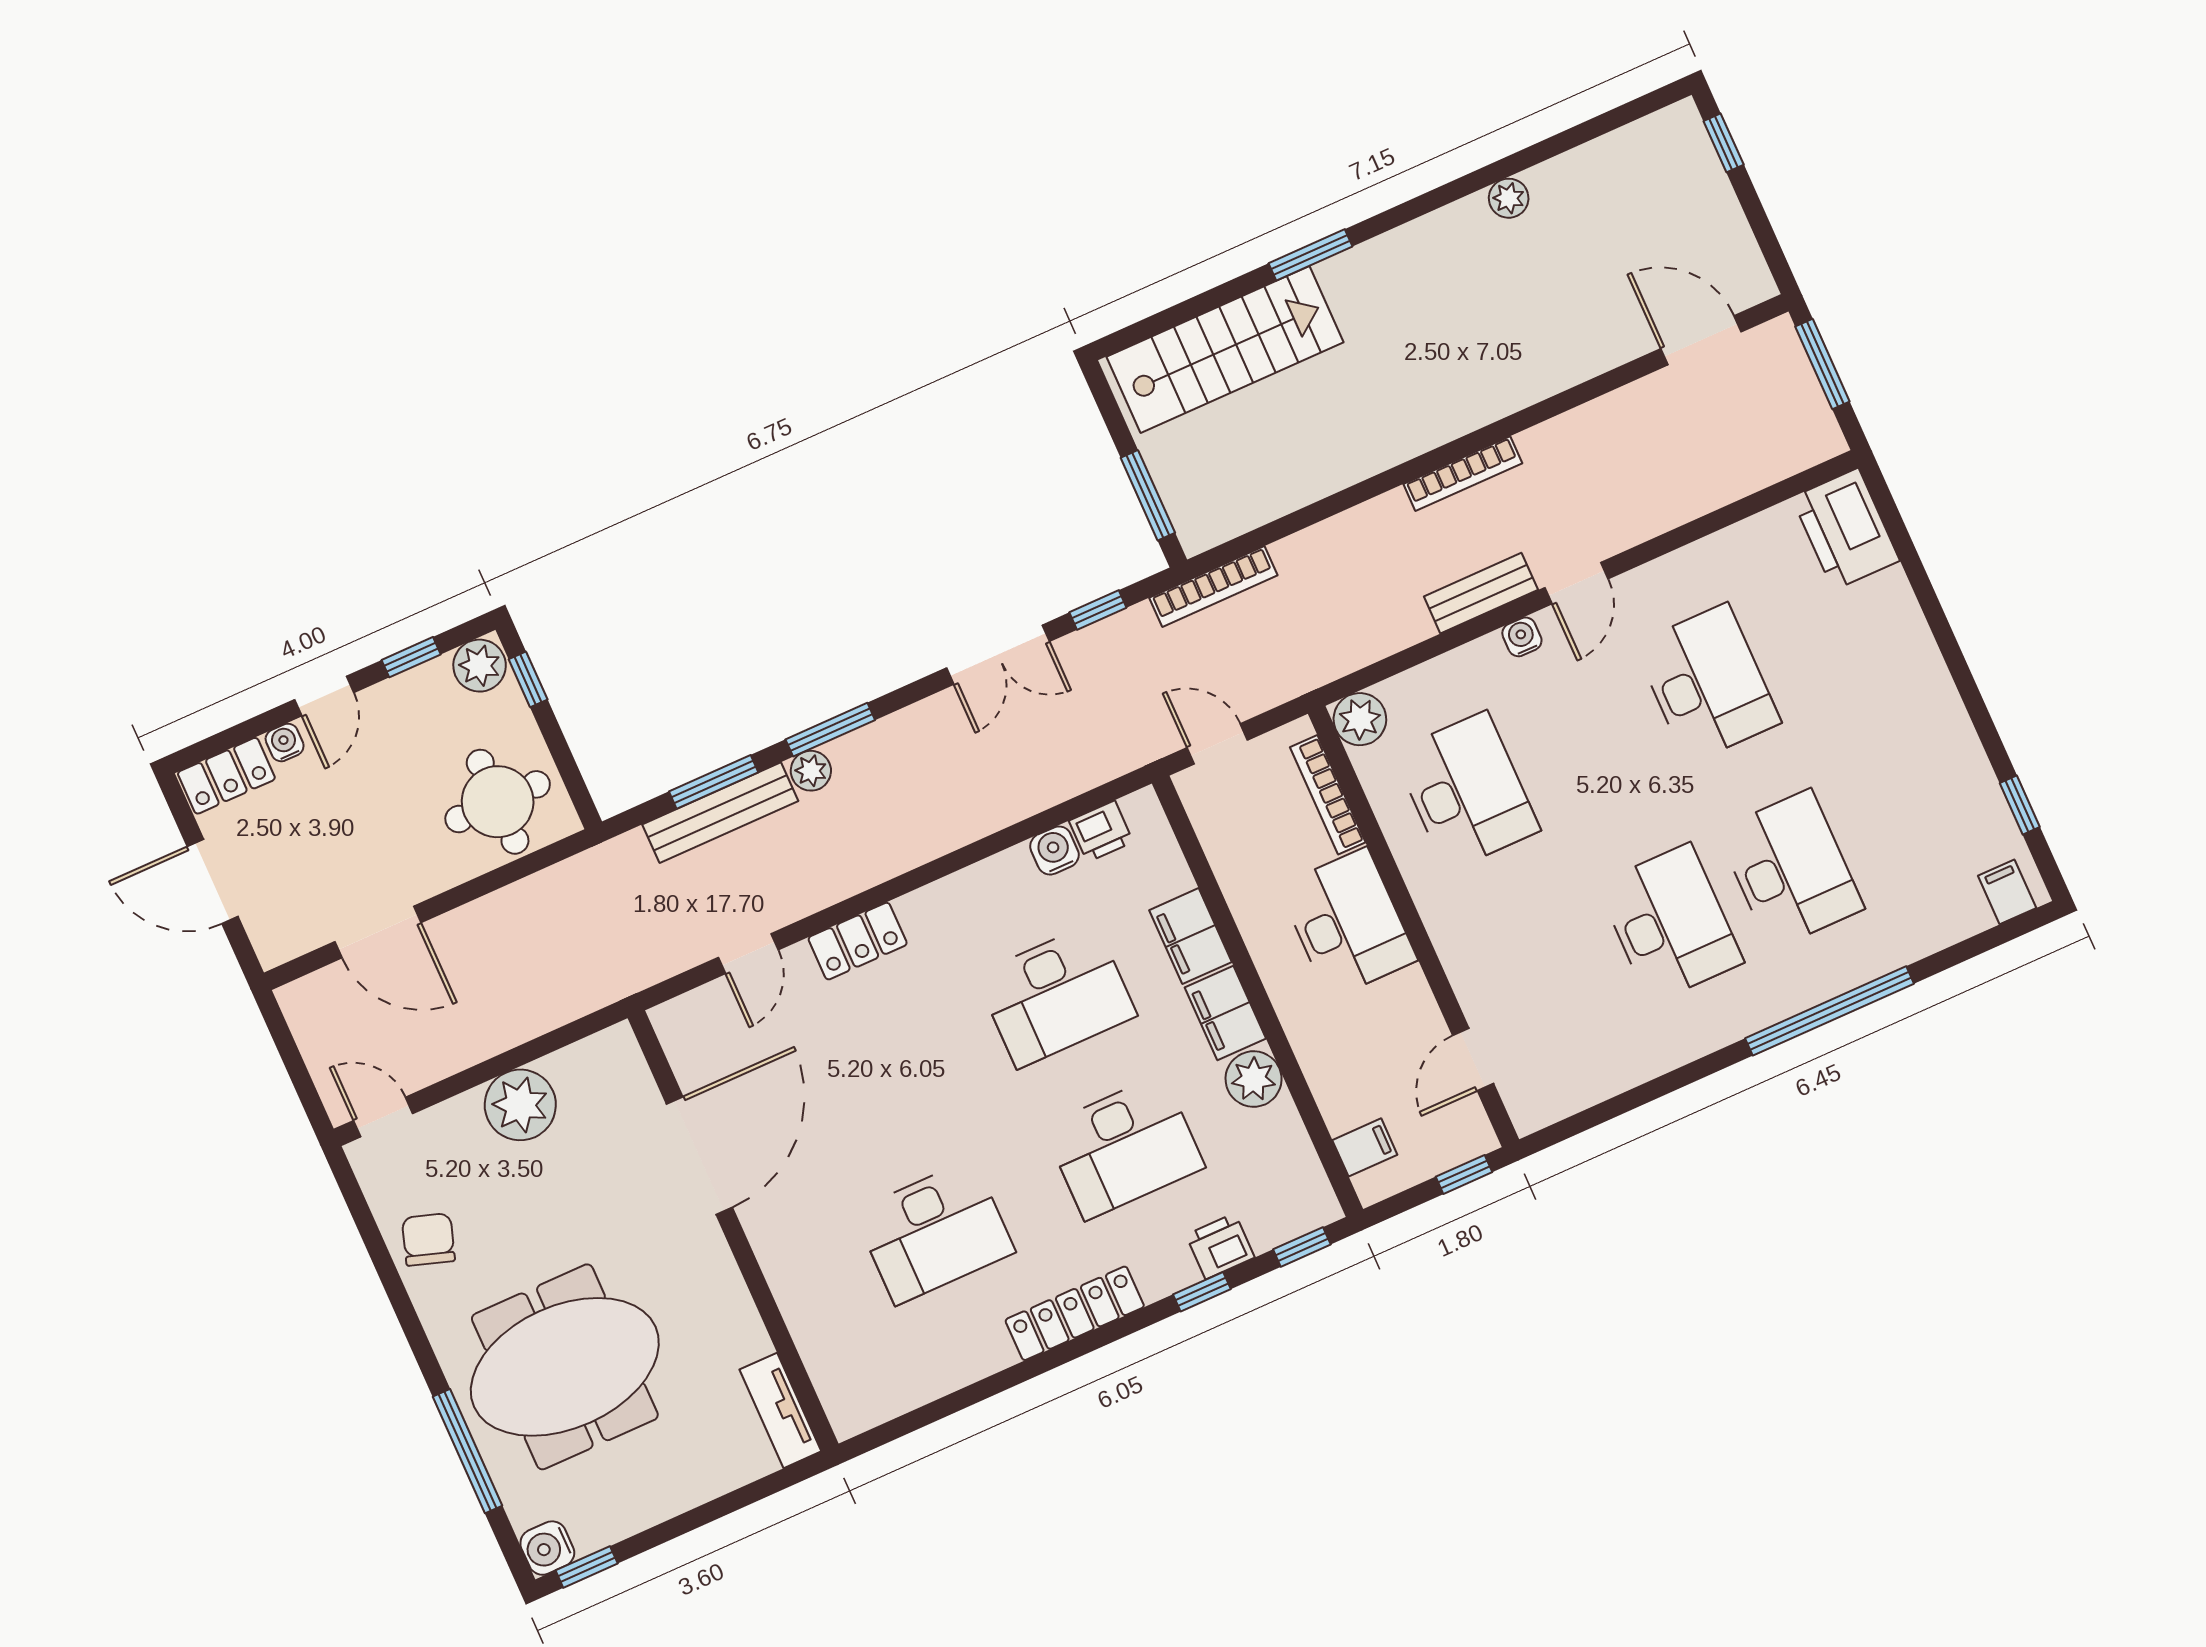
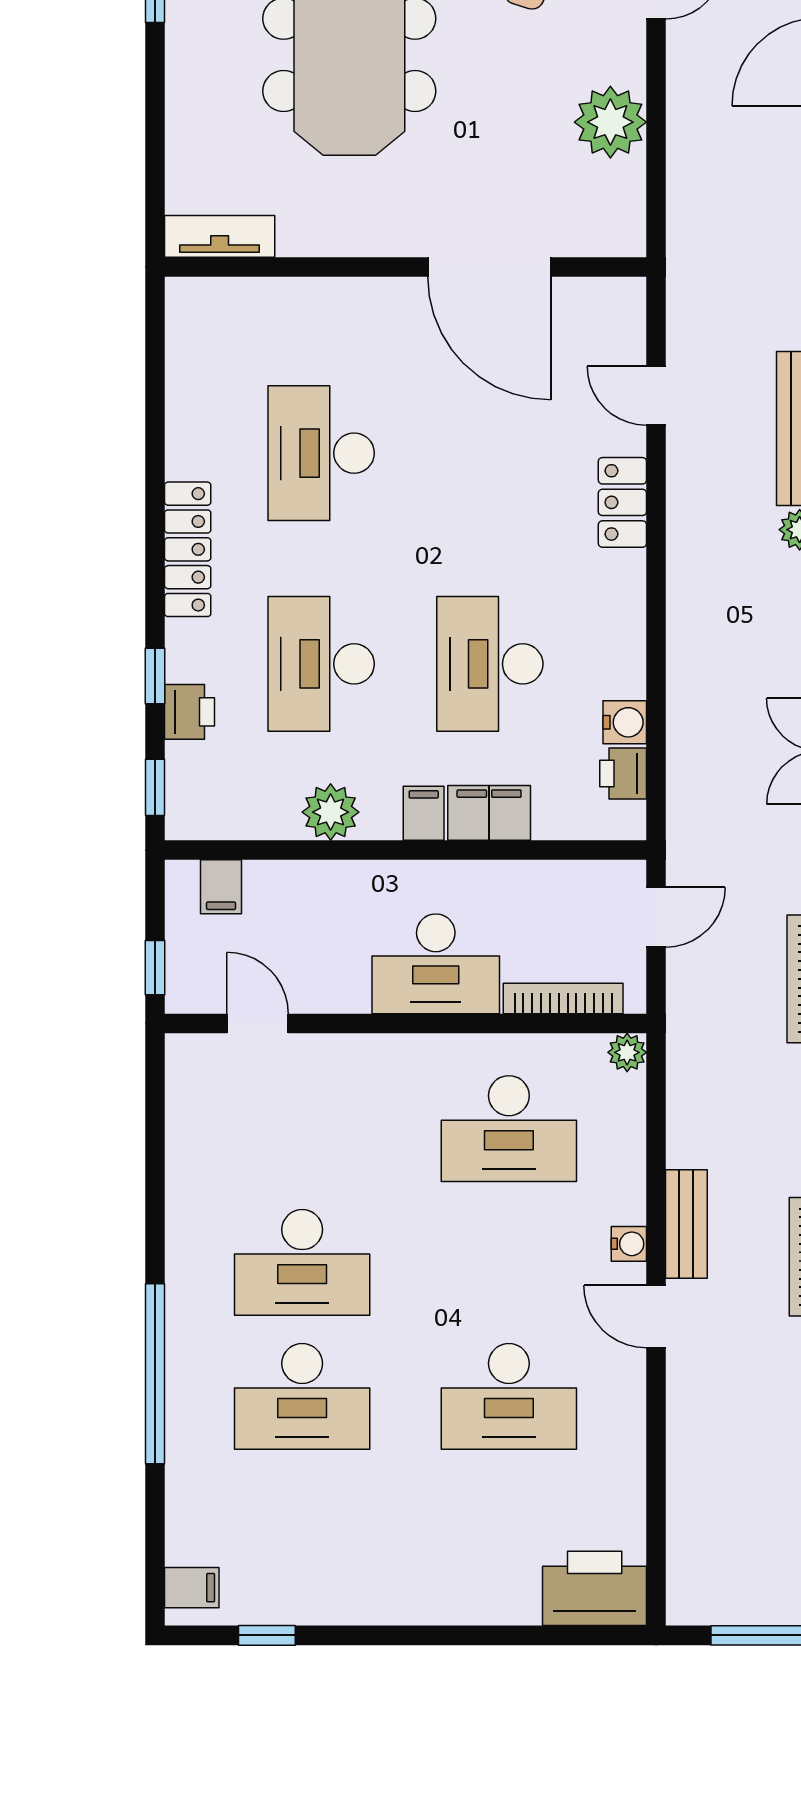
plant: (1360, 719) -> (627, 1052), width x0.73, depth x0.73
filing cabinet: (1225, 1013) -> (424, 813), width x0.50

